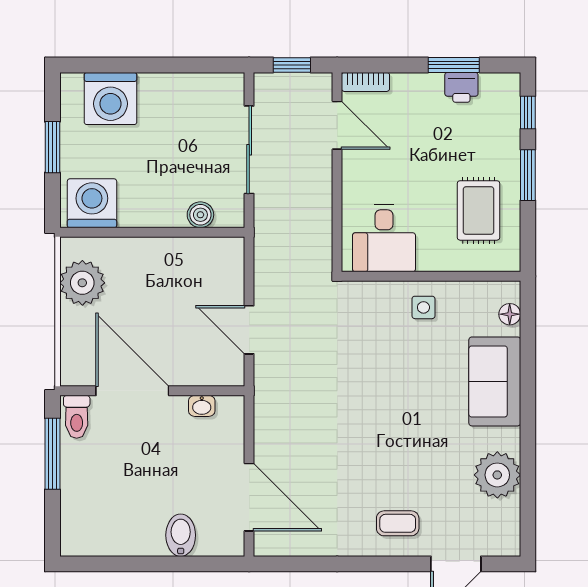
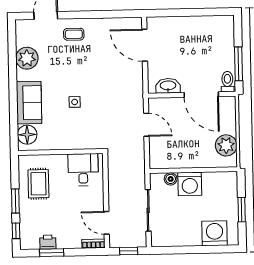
washing machine: (92, 203) -> (190, 184), moved
side table: (423, 307) -> (75, 102), moved
floor lamp: (510, 314) -> (27, 135), width x1.89, depth x1.89
washbasin: (202, 406) -> (168, 86), width x1.91, depth x1.45
bidet: (181, 535) -> (177, 26), removed

